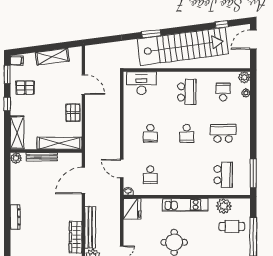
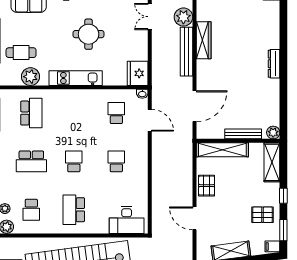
school desk: (223, 175) -> (31, 113), turned 180

